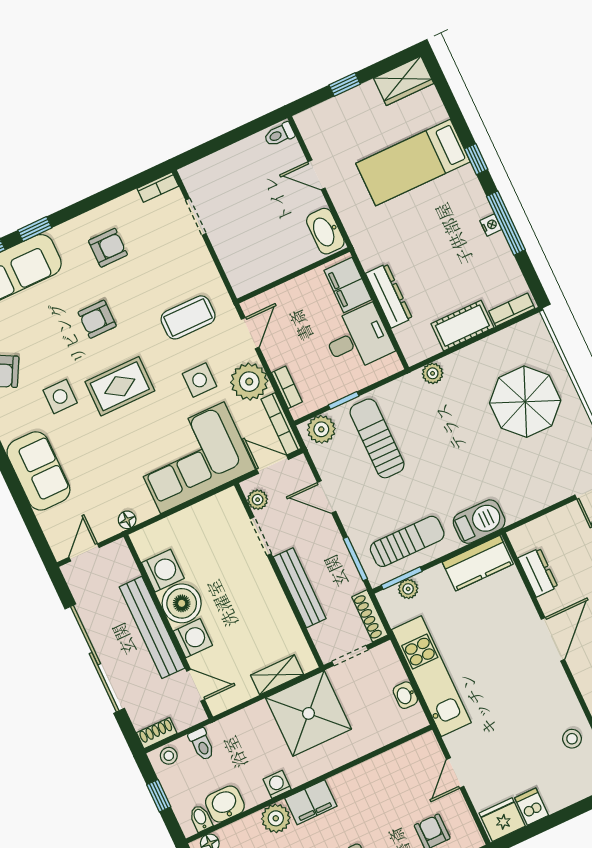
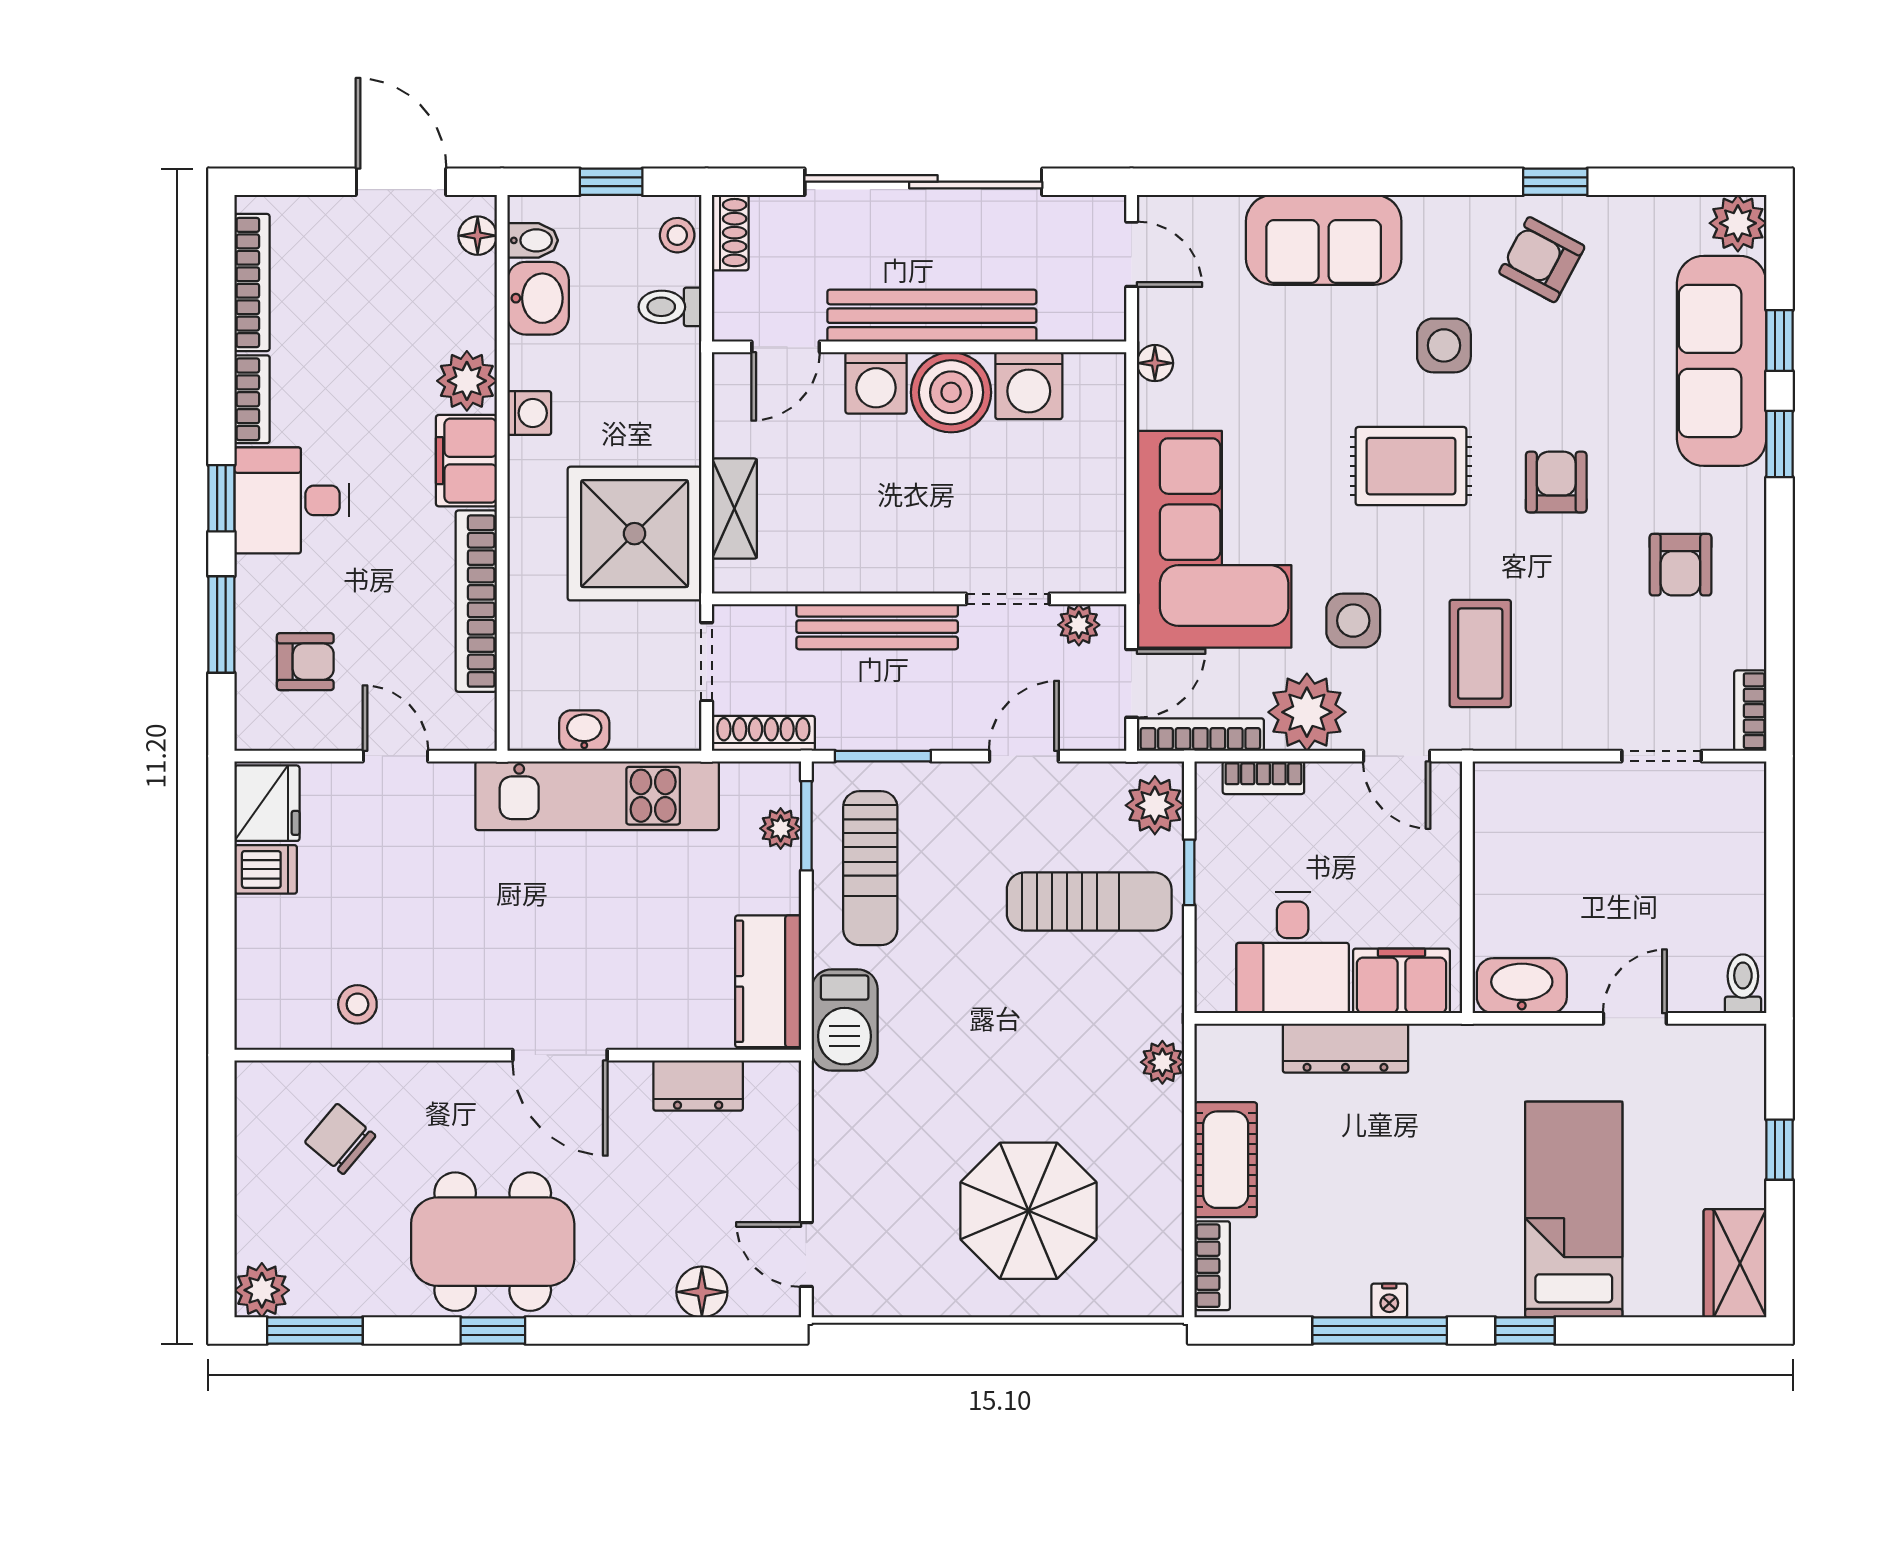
rug: (120, 386) -> (1411, 466), turned 90
bookcase: (371, 769) -> (476, 601), added

